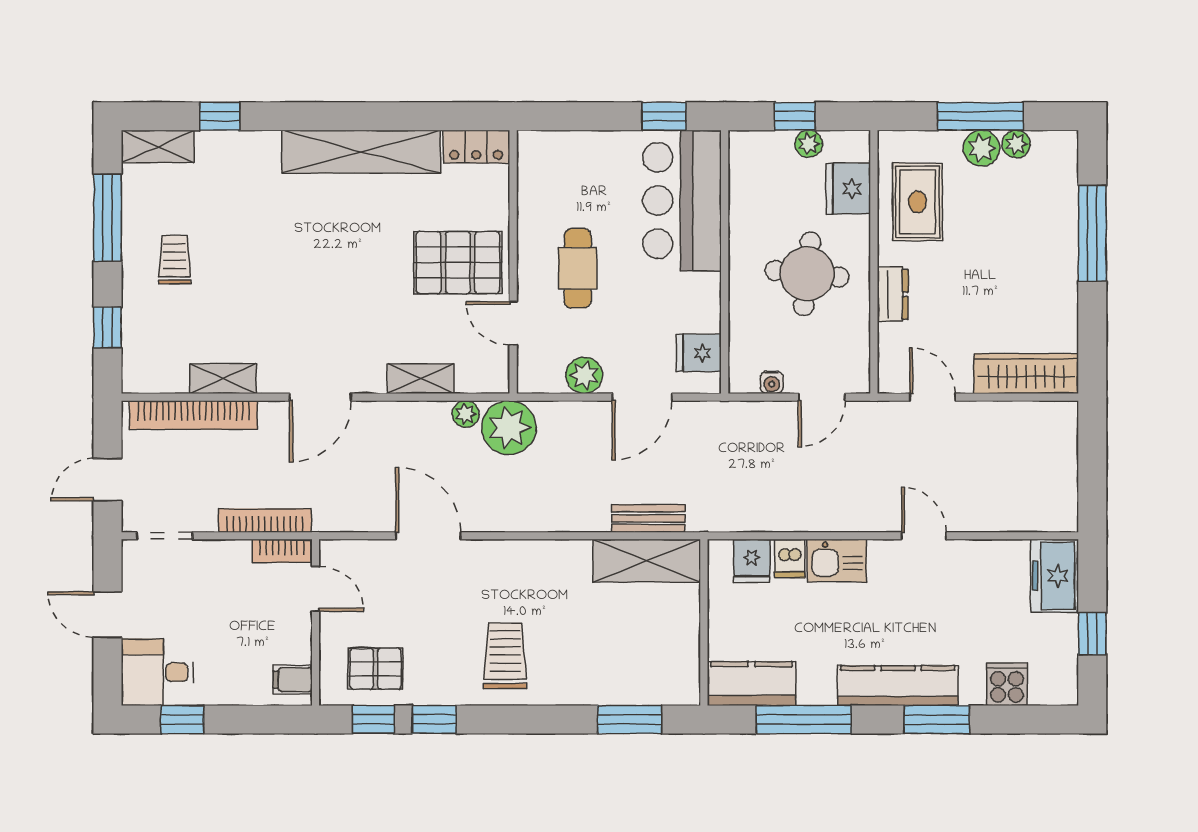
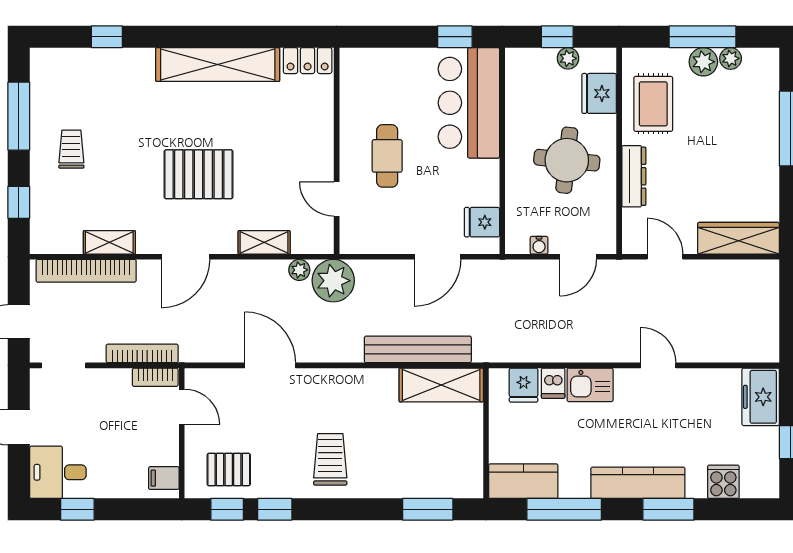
shelving: (158, 146) -> (58, 60), removed
pallet: (458, 263) -> (199, 174), moved
dresser: (893, 294) -> (634, 176), width x1.44
plant: (584, 375) -> (392, 240), removed
bench: (648, 518) -> (418, 349), width x1.86, depth x1.21

